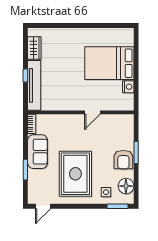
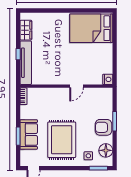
bed: (109, 63) -> (91, 28), moved
nightstand: (128, 87) -> (108, 79), moved
sofa: (38, 152) -> (29, 134), moved
armchair: (123, 160) -> (103, 127), turned 90

